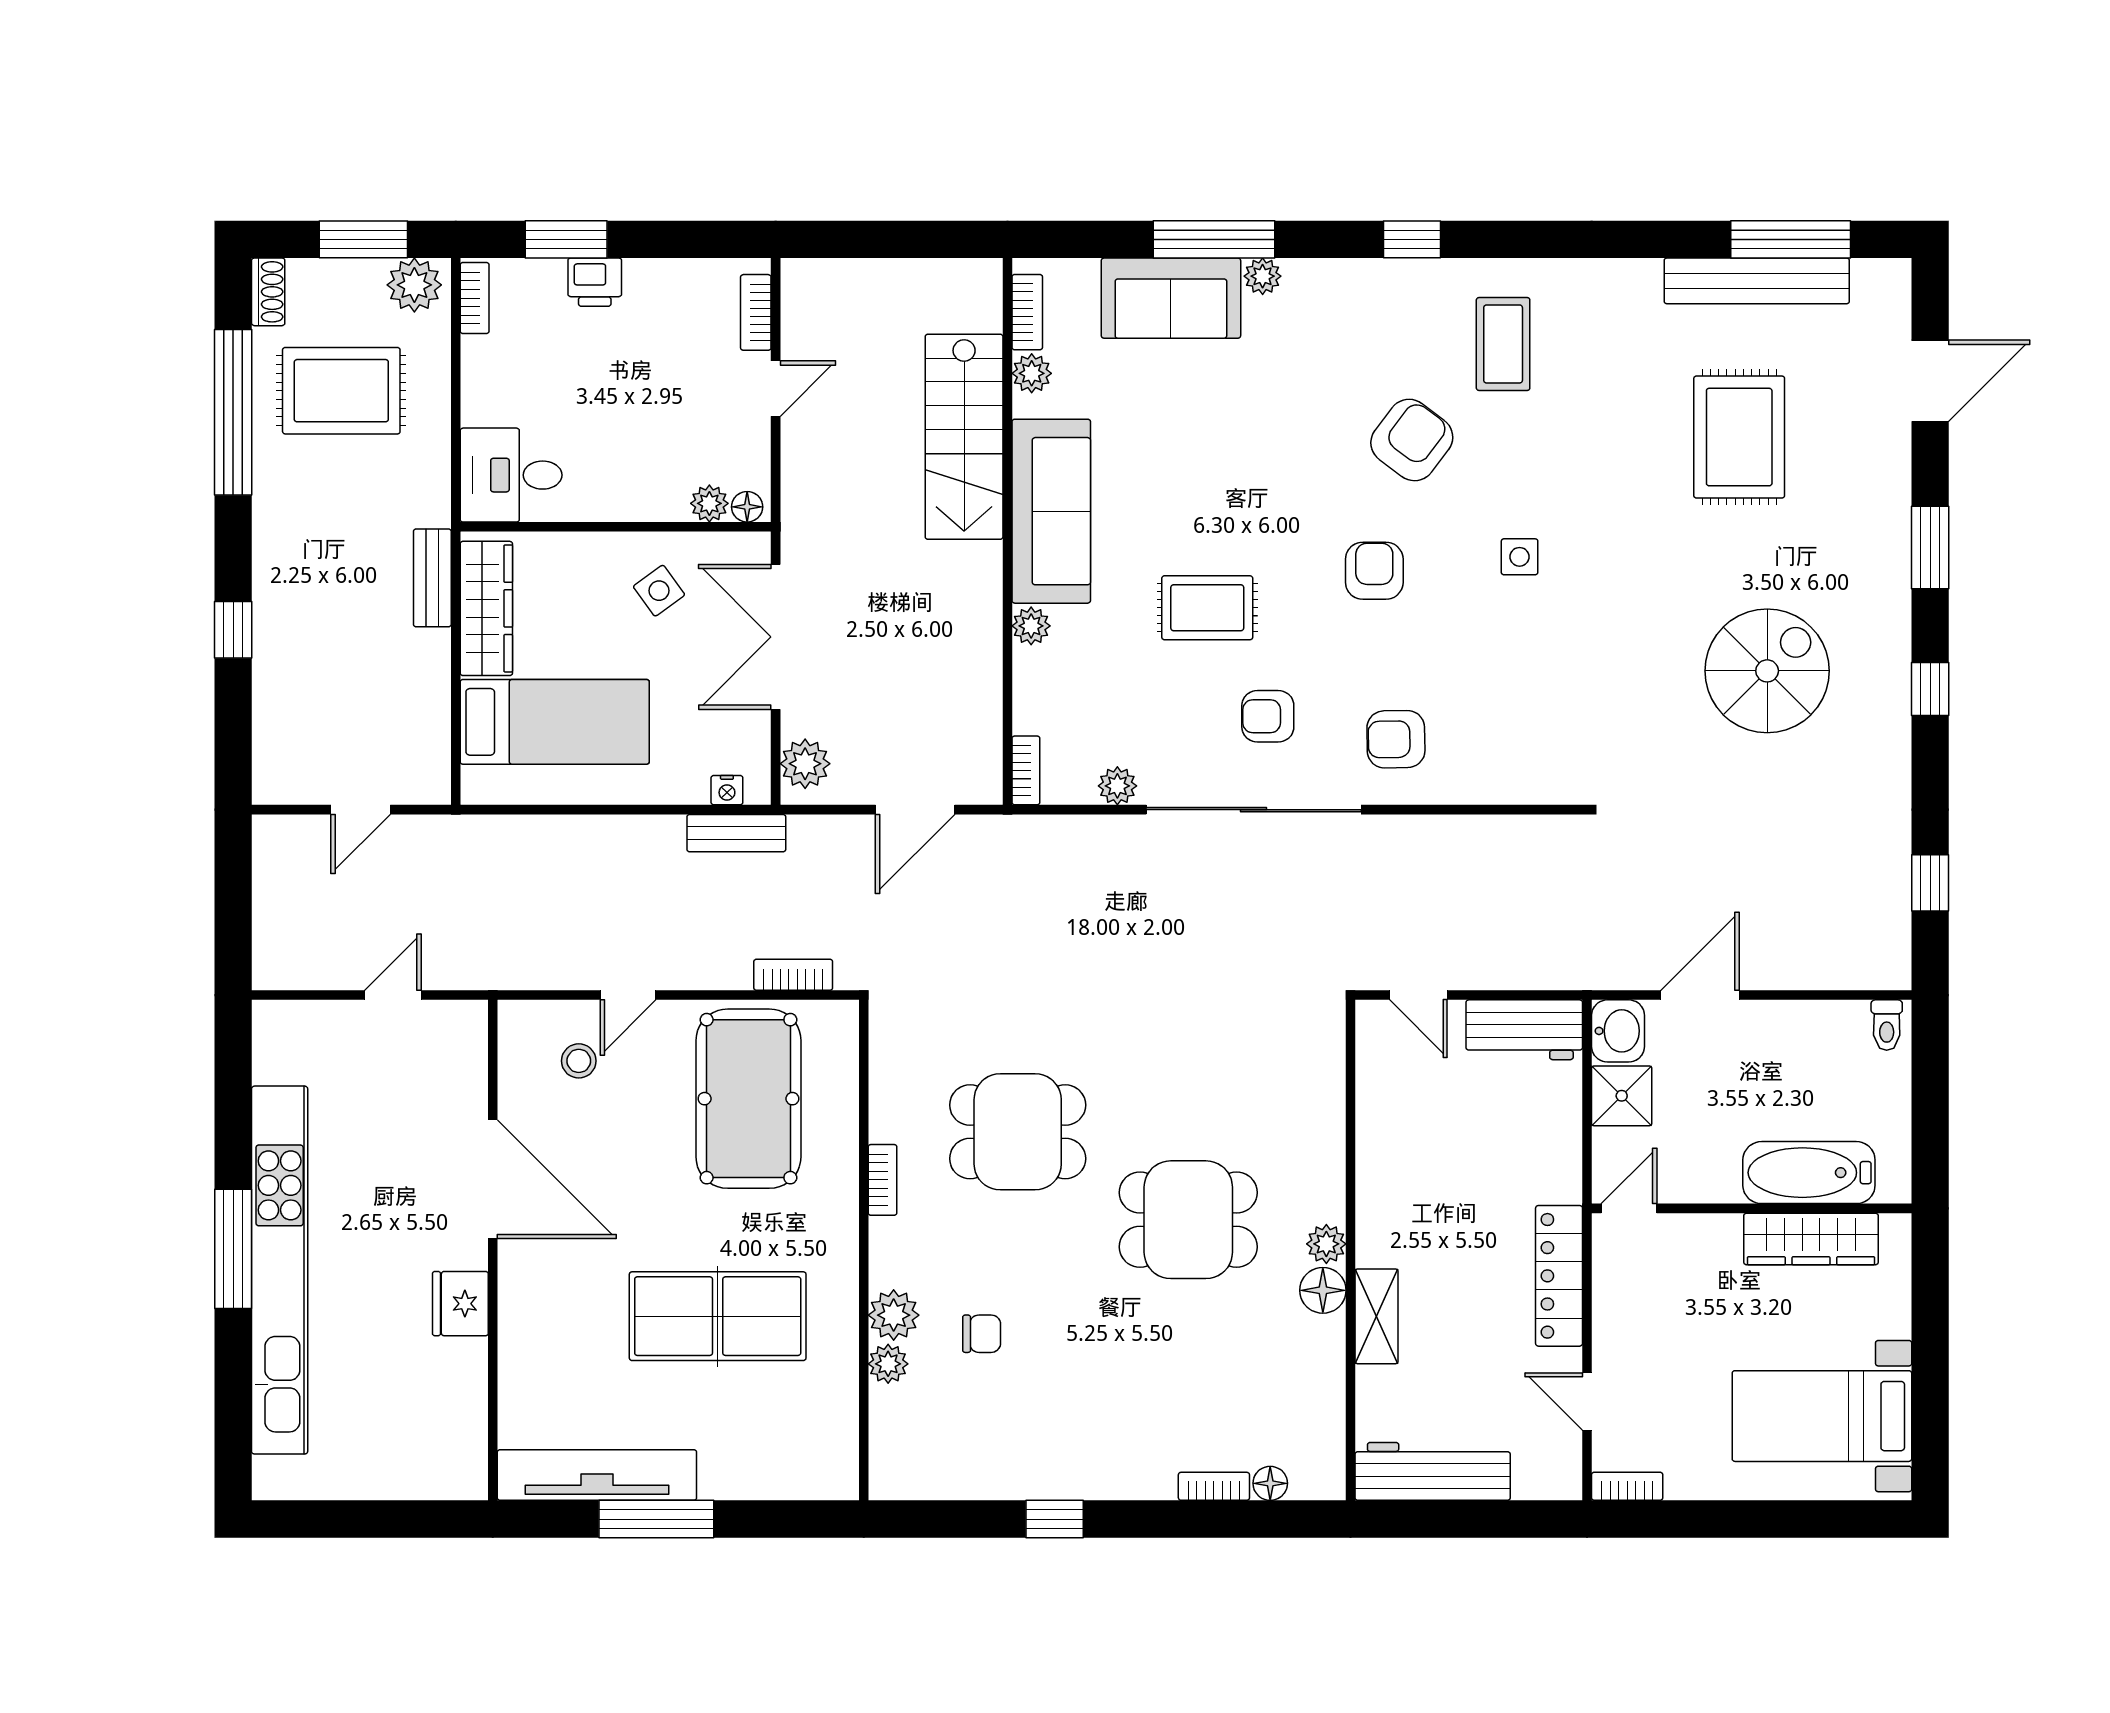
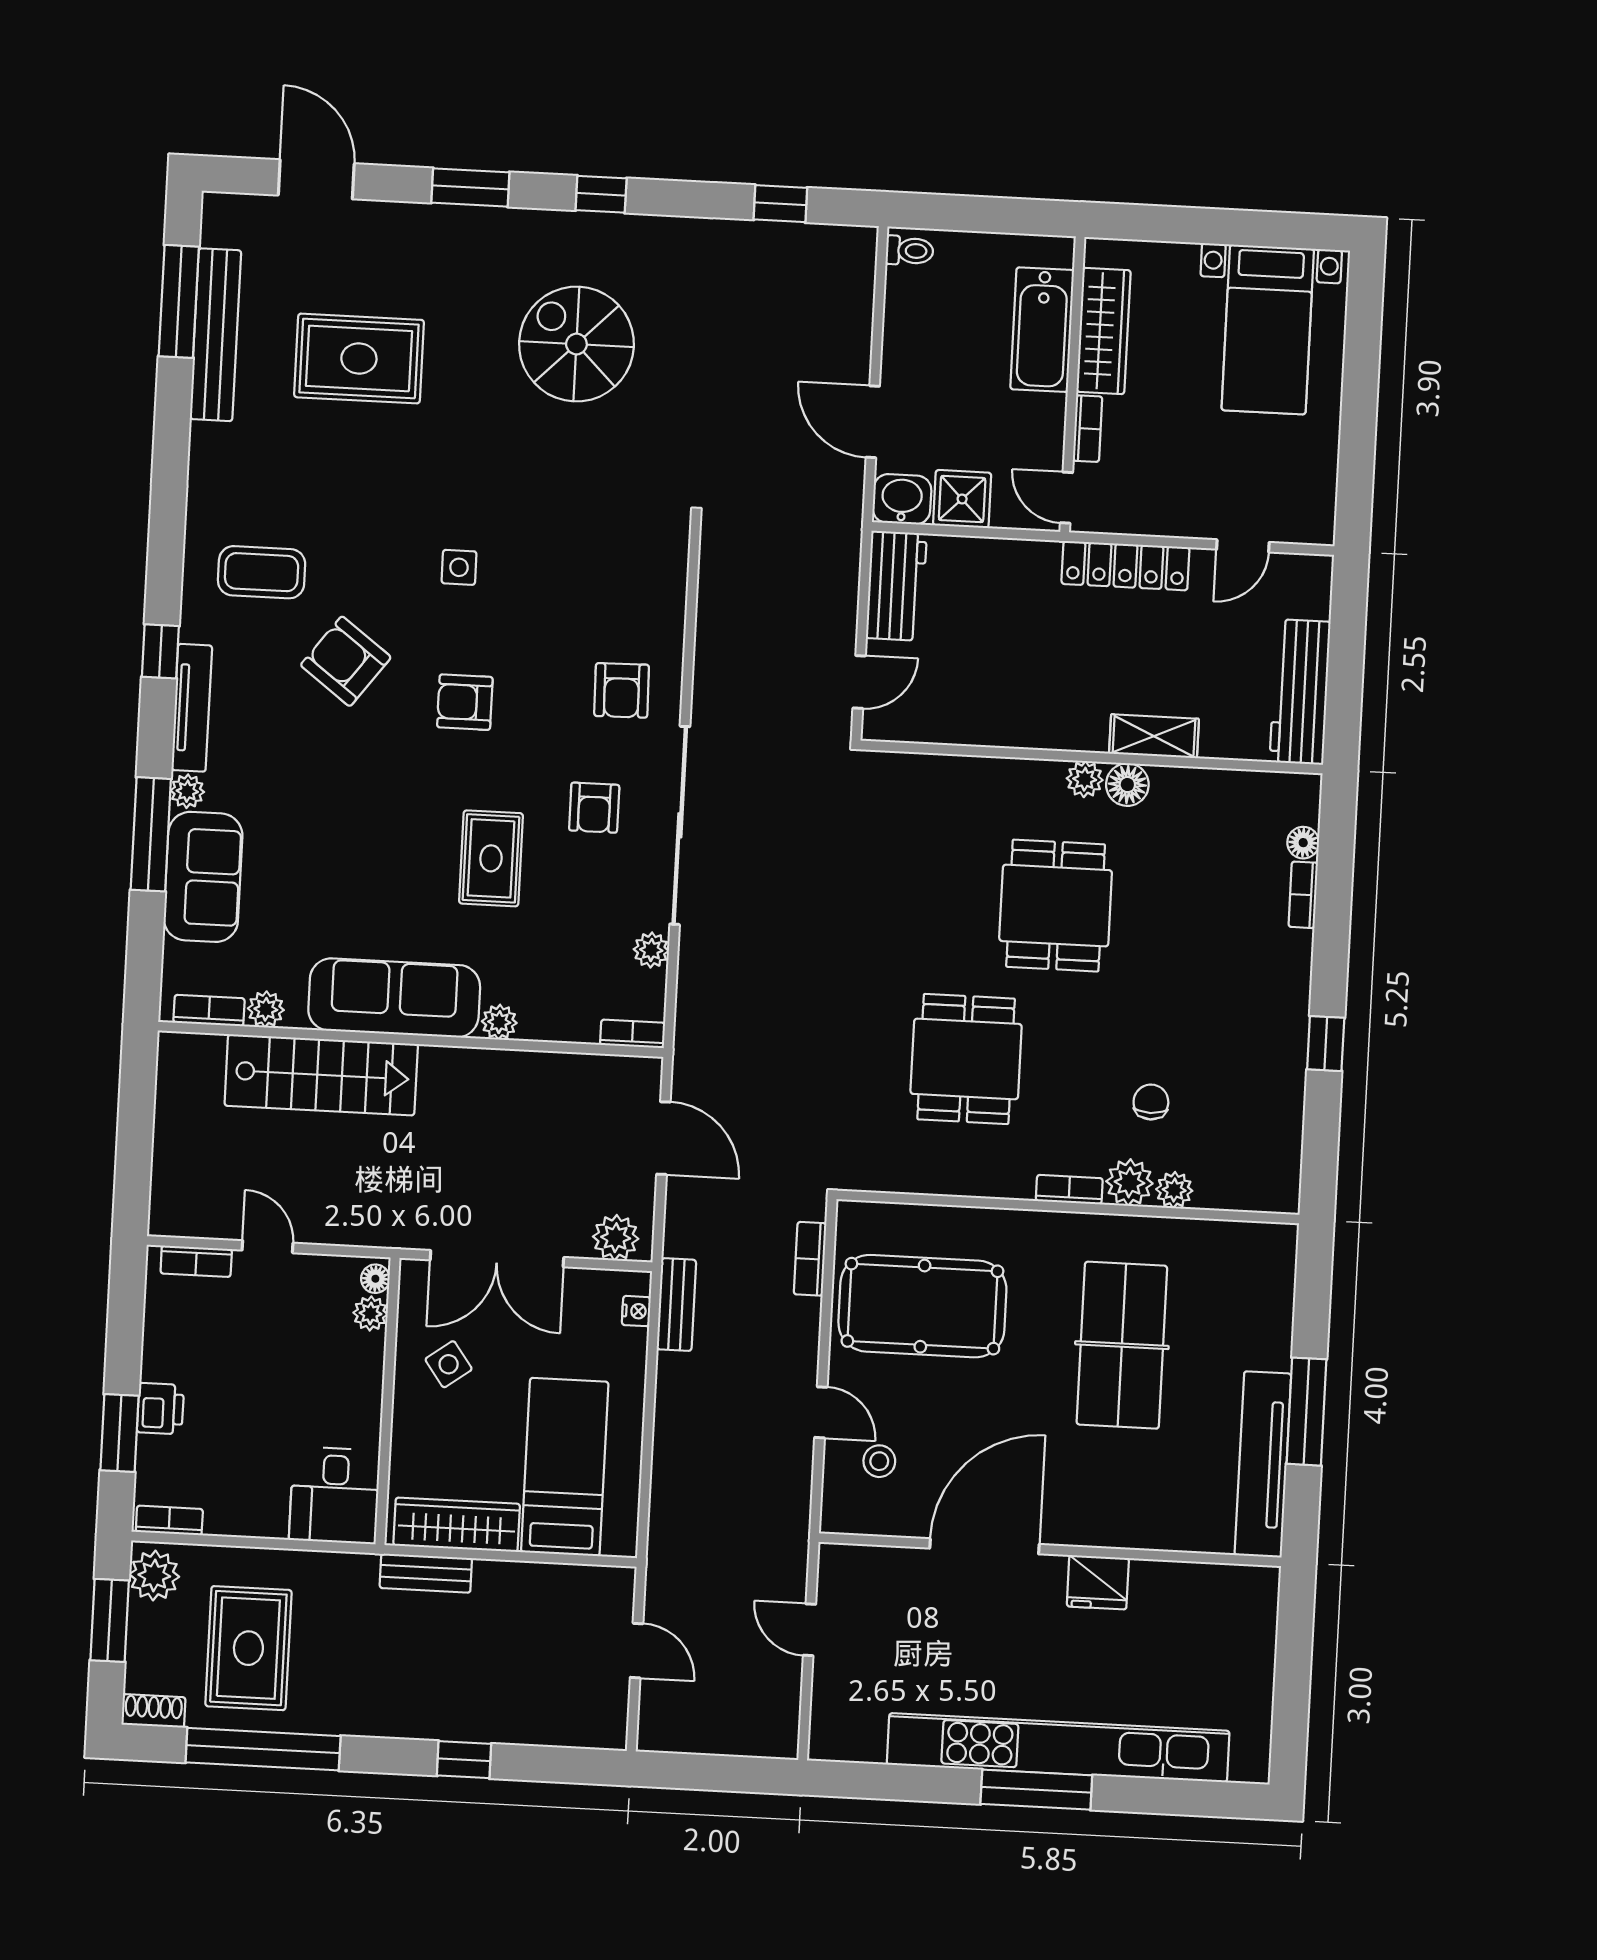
tv unit: (1353, 276) -> (192, 708), added
bookcase: (883, 1180) -> (1069, 1190), moved
bookcase: (1627, 1486) -> (1088, 429), moved, turned 180

